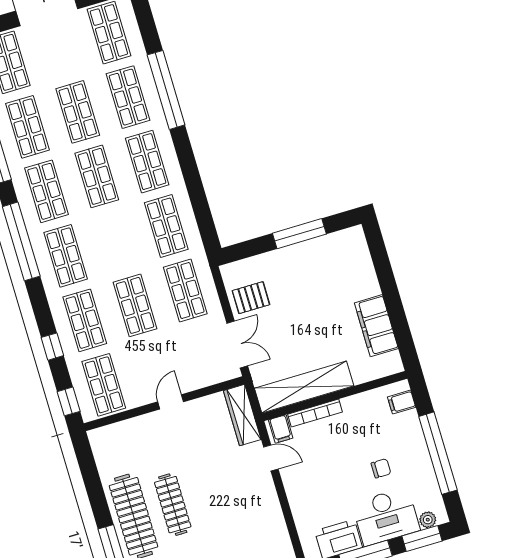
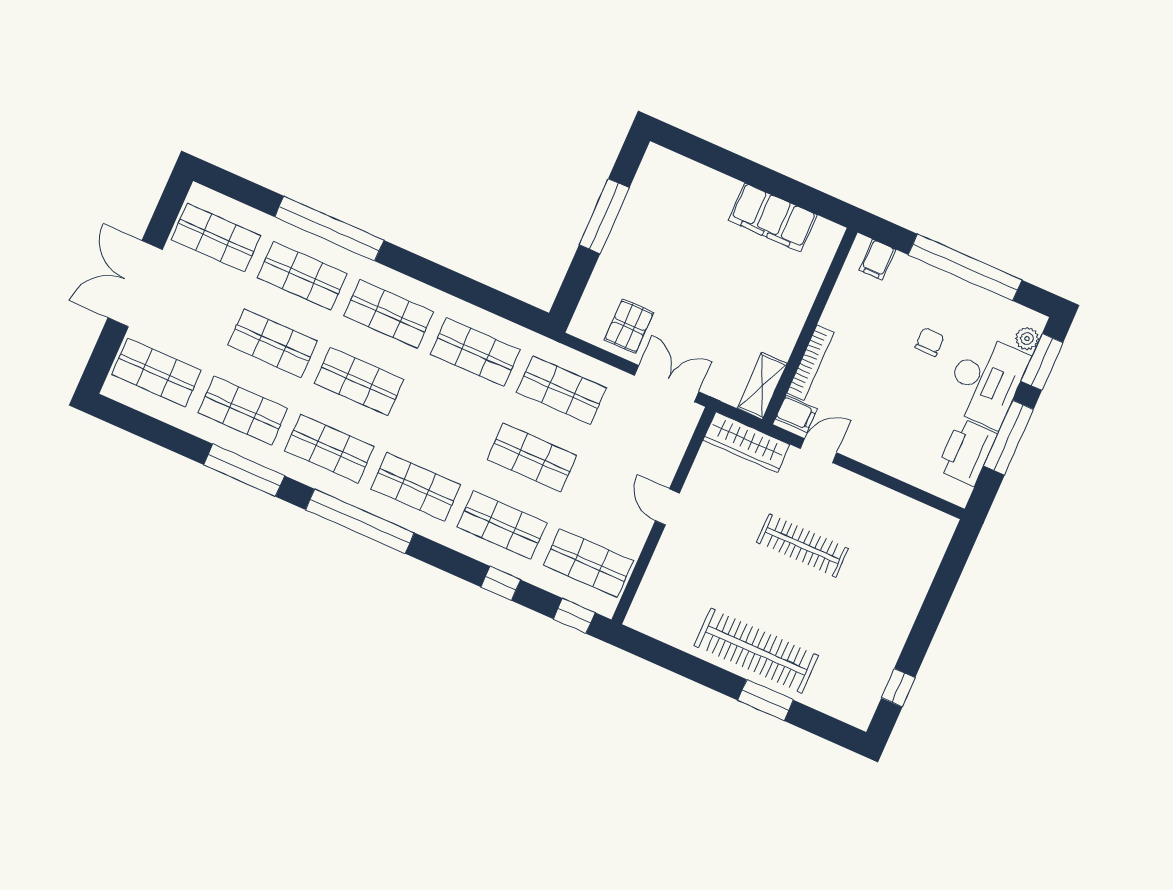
shelving: (304, 387) -> (762, 386), width x0.45, depth x0.75
clothes rail: (173, 505) -> (803, 545), moved

